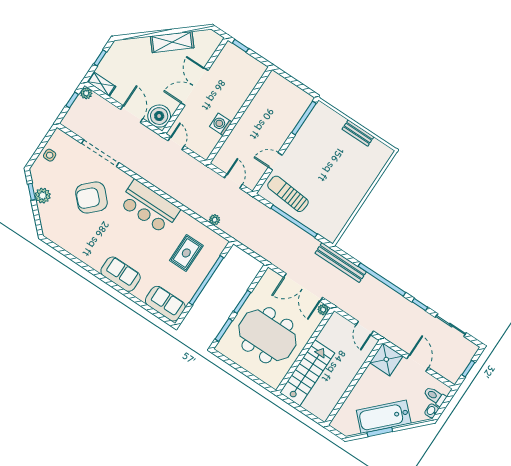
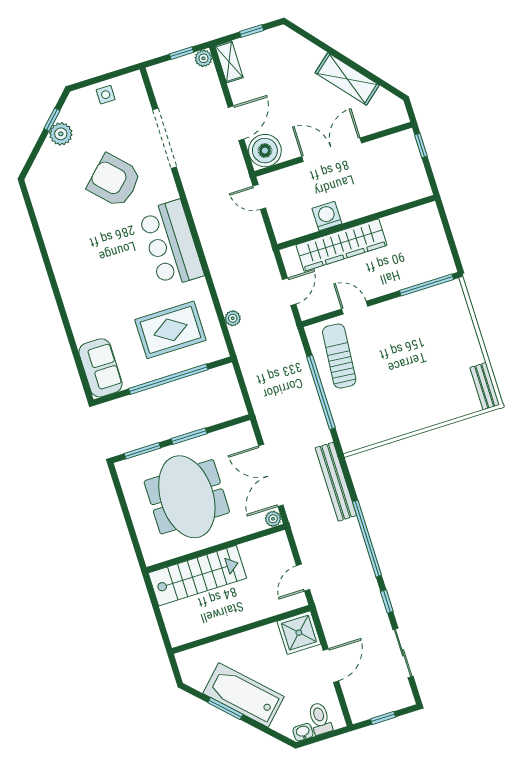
wardrobe: (241, 133) -> (341, 245), added
bench: (358, 133) -> (485, 386), moved
door: (176, 143) -> (259, 197), swing flipped
rug: (186, 253) -> (170, 330), width x1.36, depth x1.43
sofa: (121, 274) -> (77, 294), removed

